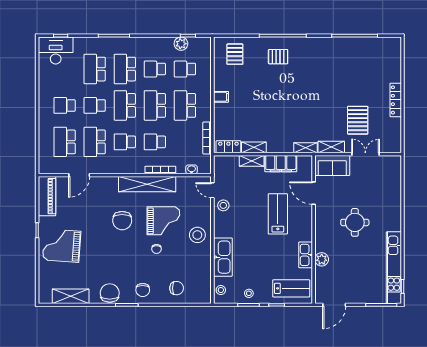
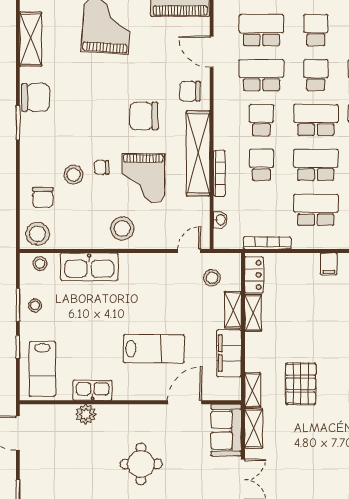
pallet: (358, 120) -> (301, 384), moved, turned 90
stool: (223, 205) -> (212, 278), moved
stool: (161, 268) -> (74, 175), added
chair: (143, 290) -> (190, 91), moved
stool: (201, 292) -> (38, 234), added

